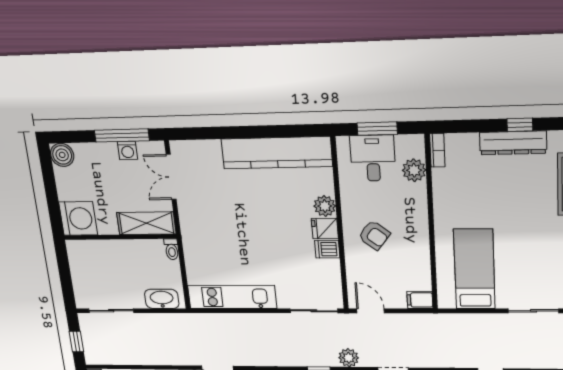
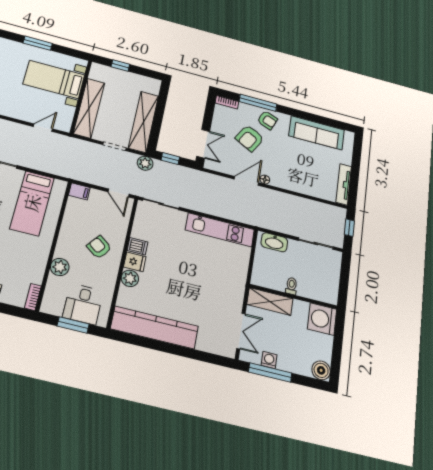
plant: (414, 170) -> (60, 267), moved
toilet: (172, 249) -> (291, 286), moved

